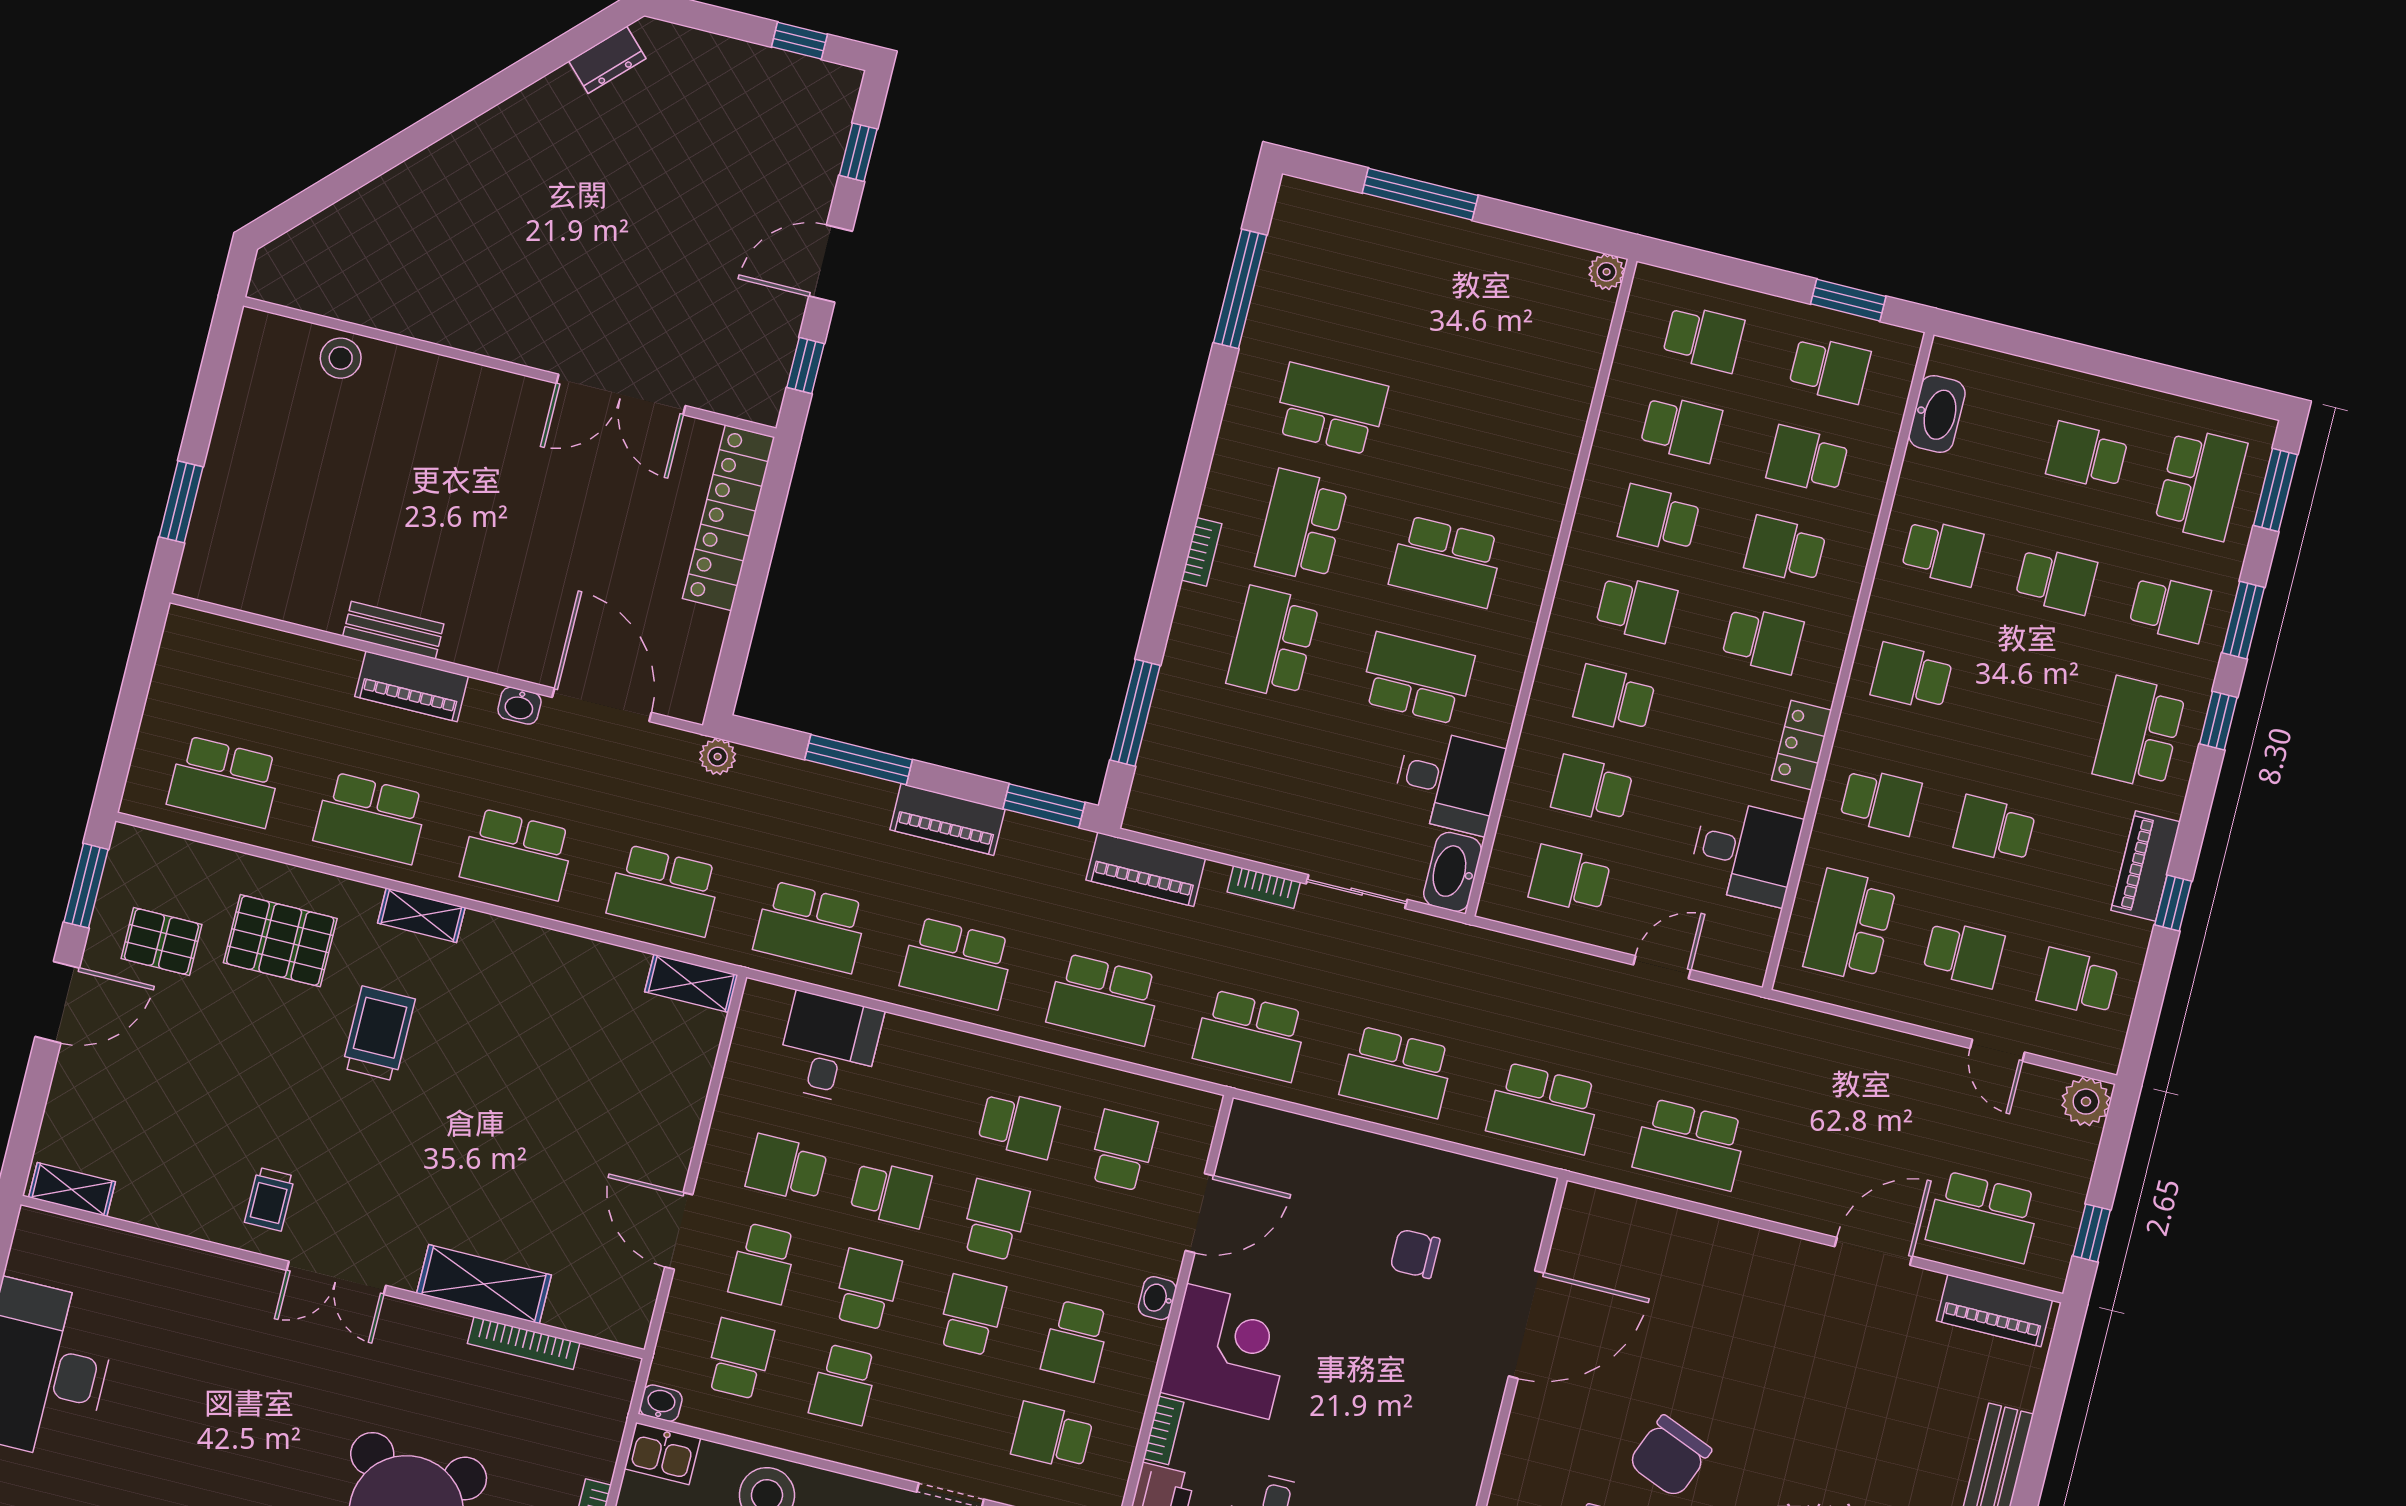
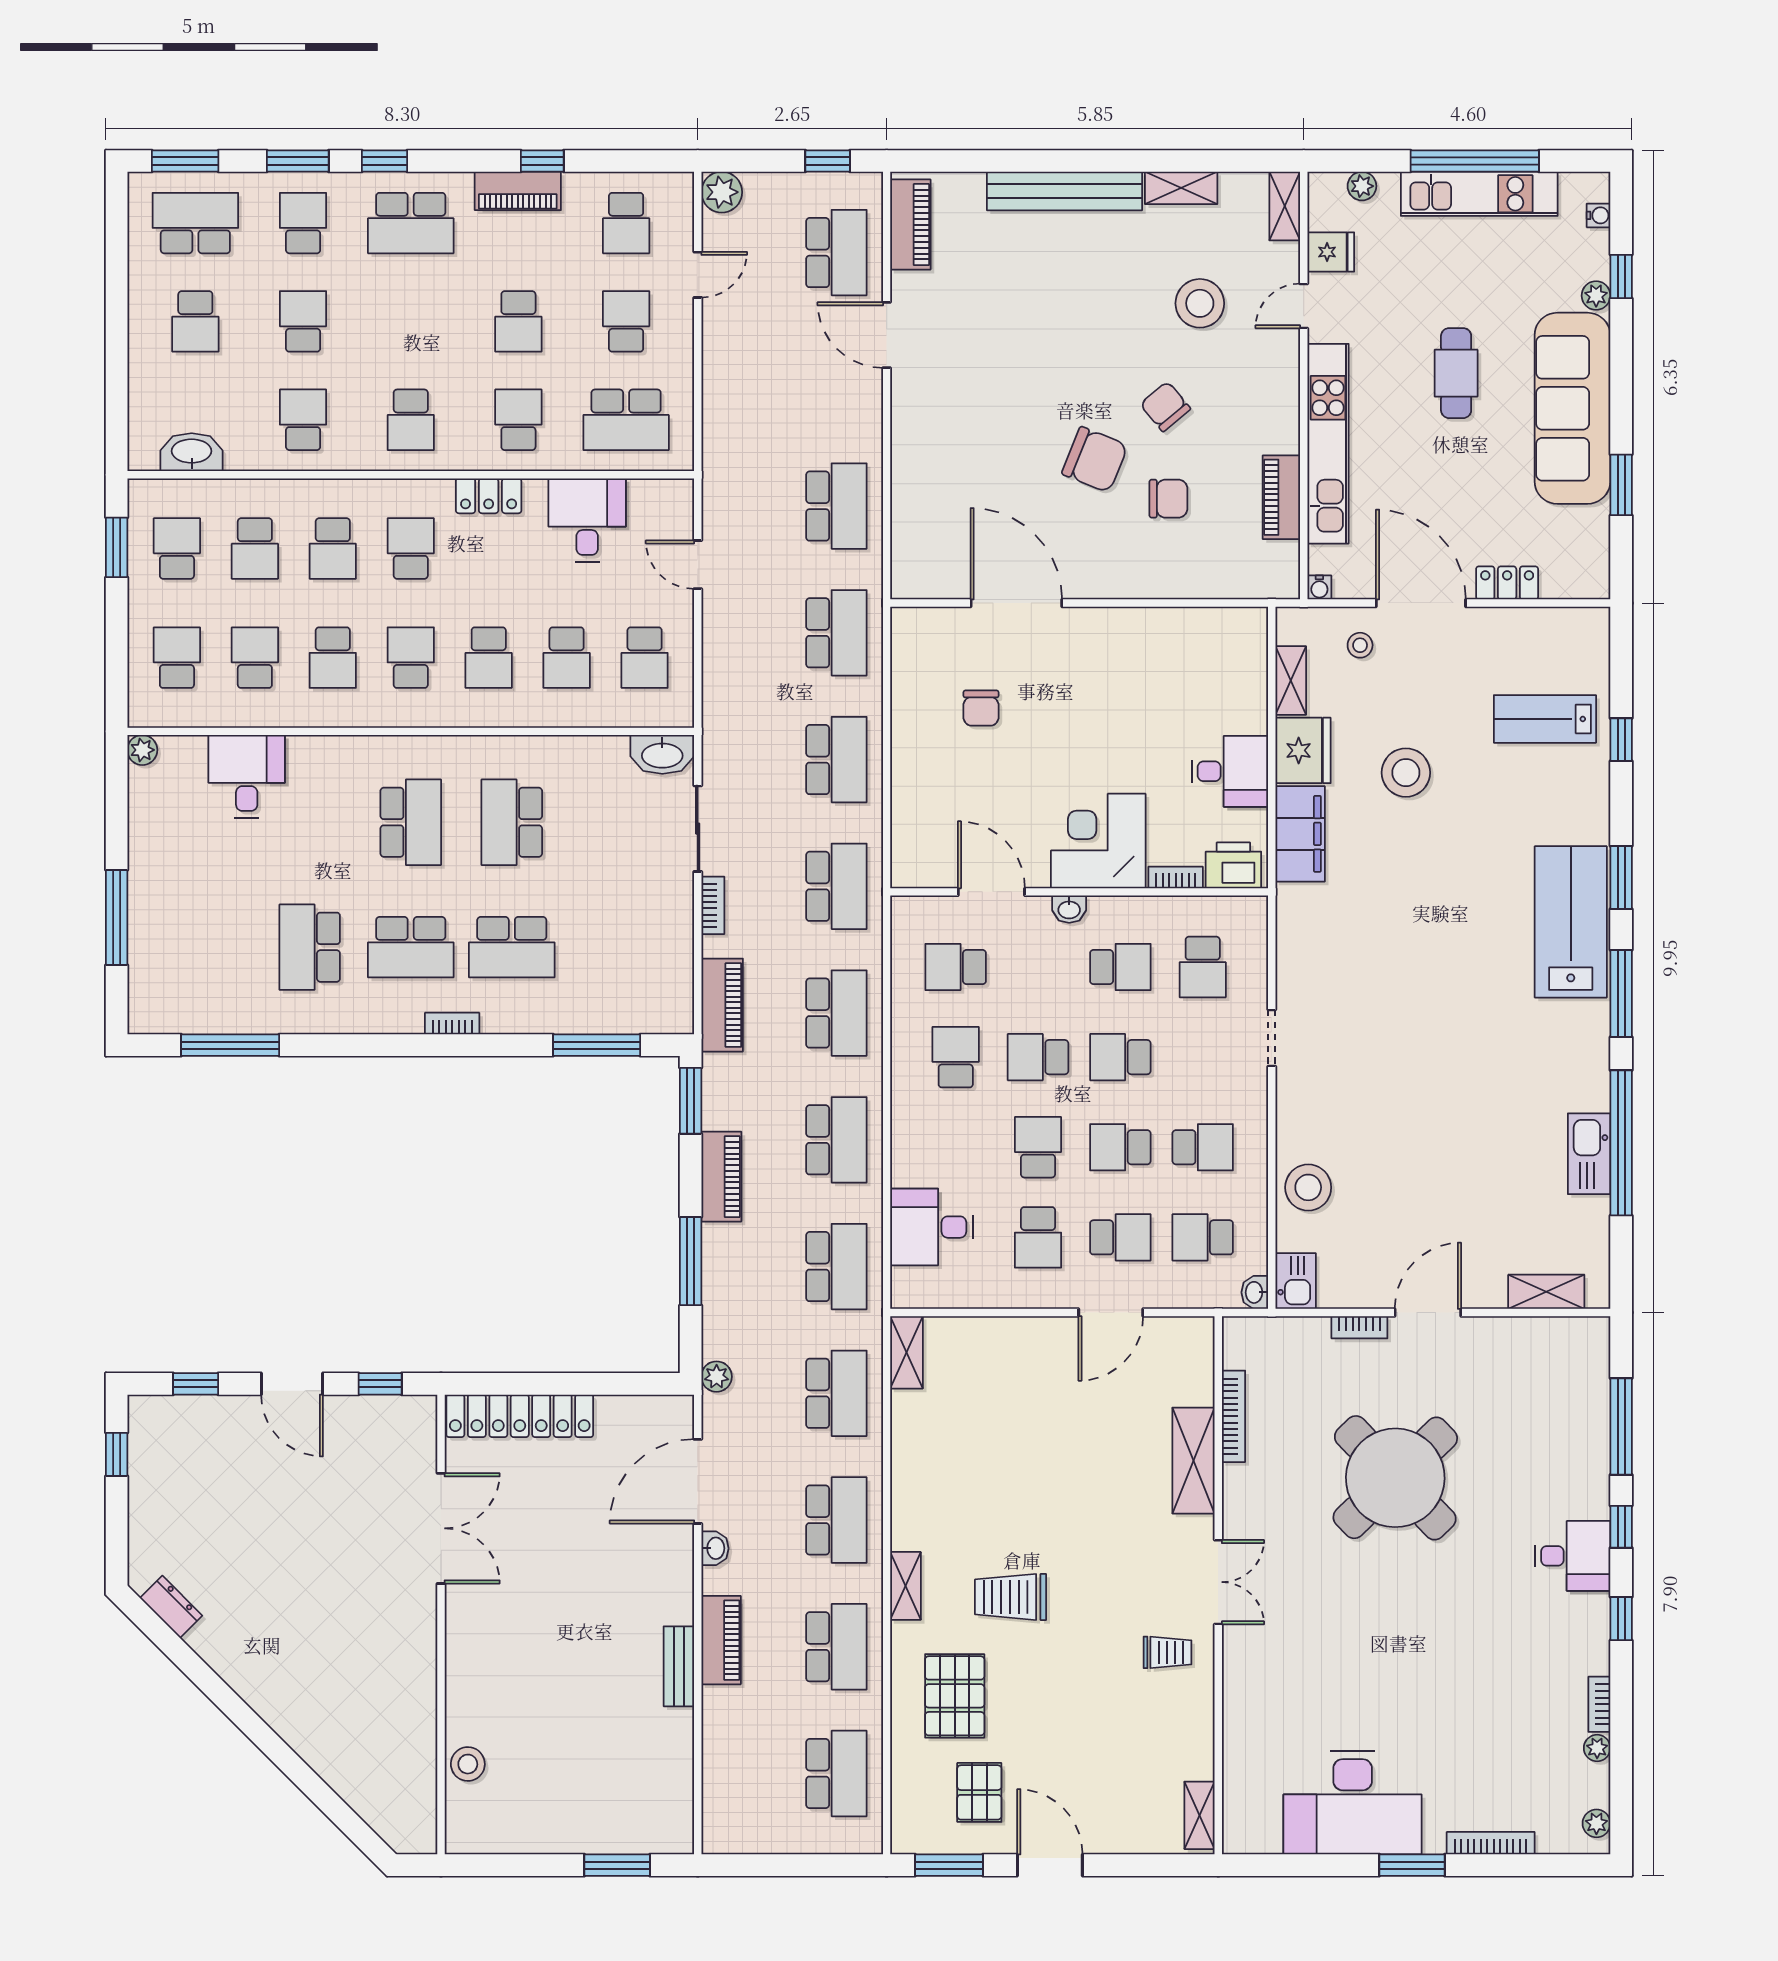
desk: (1448, 781) -> (247, 776), moved

